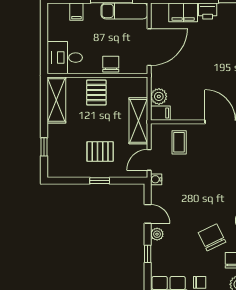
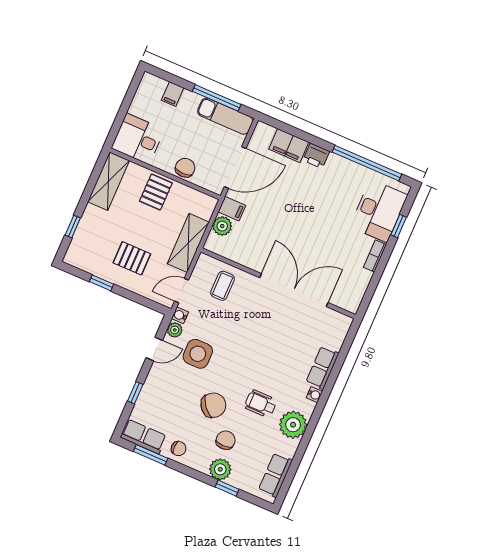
filing cabinet: (160, 113) -> (232, 209), moved
window: (100, 181) -> (101, 283), moved
side table: (183, 203) -> (198, 354), added
door: (148, 214) -> (154, 349), hinge flipped
plant: (157, 234) -> (175, 330), moved
chair: (212, 237) -> (213, 405), turned 77

